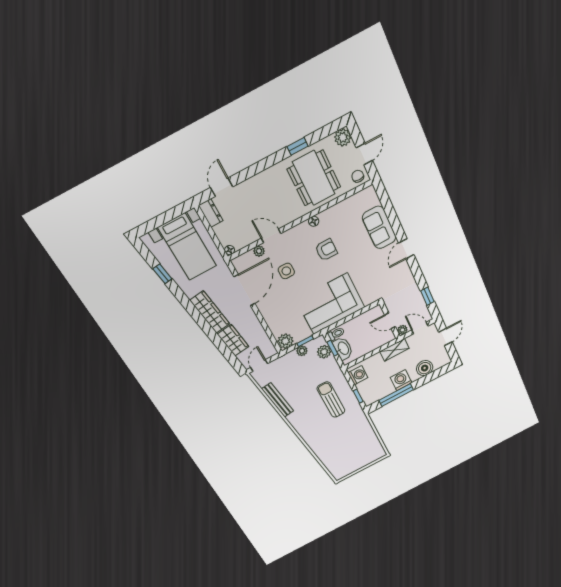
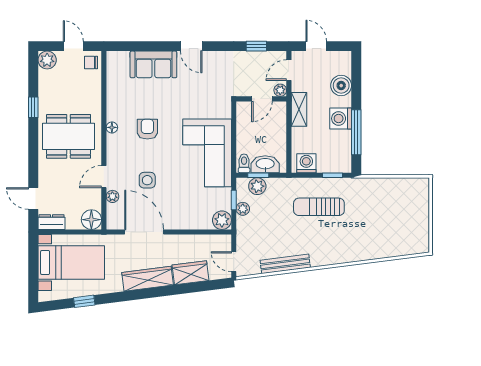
dining table: (314, 178) -> (69, 136), moved
floor lamp: (230, 250) -> (91, 220), width x1.89, depth x1.89

